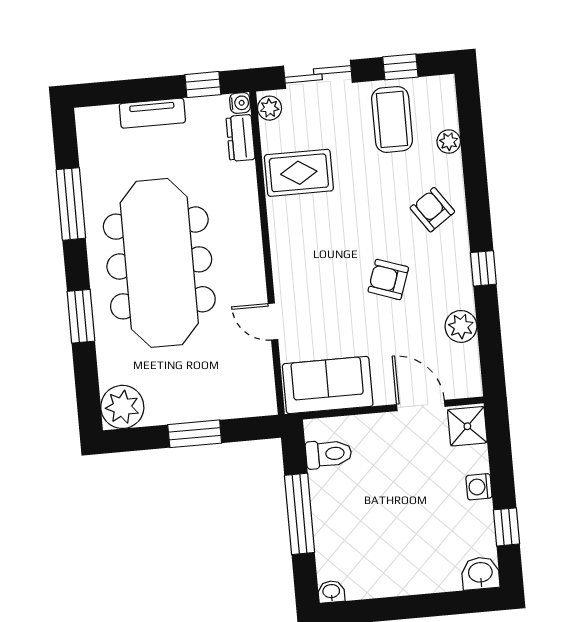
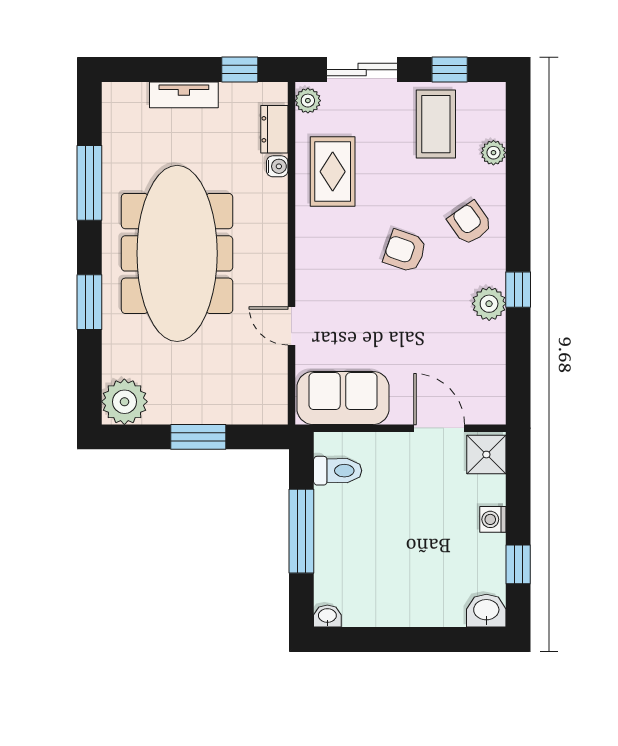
water cooler: (240, 103) -> (277, 166), moved
rug: (299, 173) -> (333, 172), turned 90
armchair: (388, 279) -> (405, 251), moved
plant: (461, 326) -> (489, 304), moved

